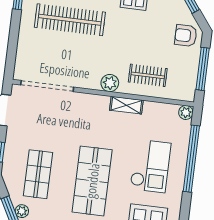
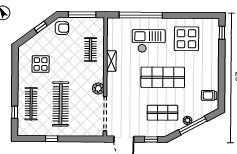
armchair: (186, 36) -> (62, 28), turned -89
plant: (110, 83) -> (98, 88), moved
plant: (186, 112) -> (112, 22), removed

